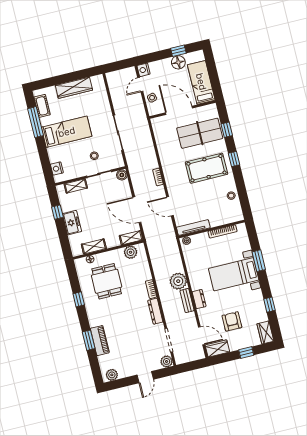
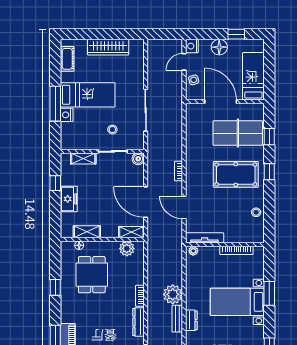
floor lamp: (178, 62) -> (219, 47), moved
window: (36, 122) -> (55, 104), moved
nightstand: (57, 169) -> (67, 115), moved

